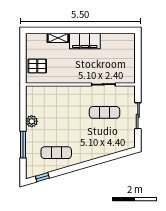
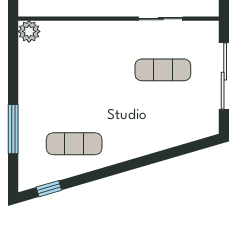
sliding door: (138, 116) -> (224, 76), width x1.37
plant: (32, 121) -> (29, 31), moved

